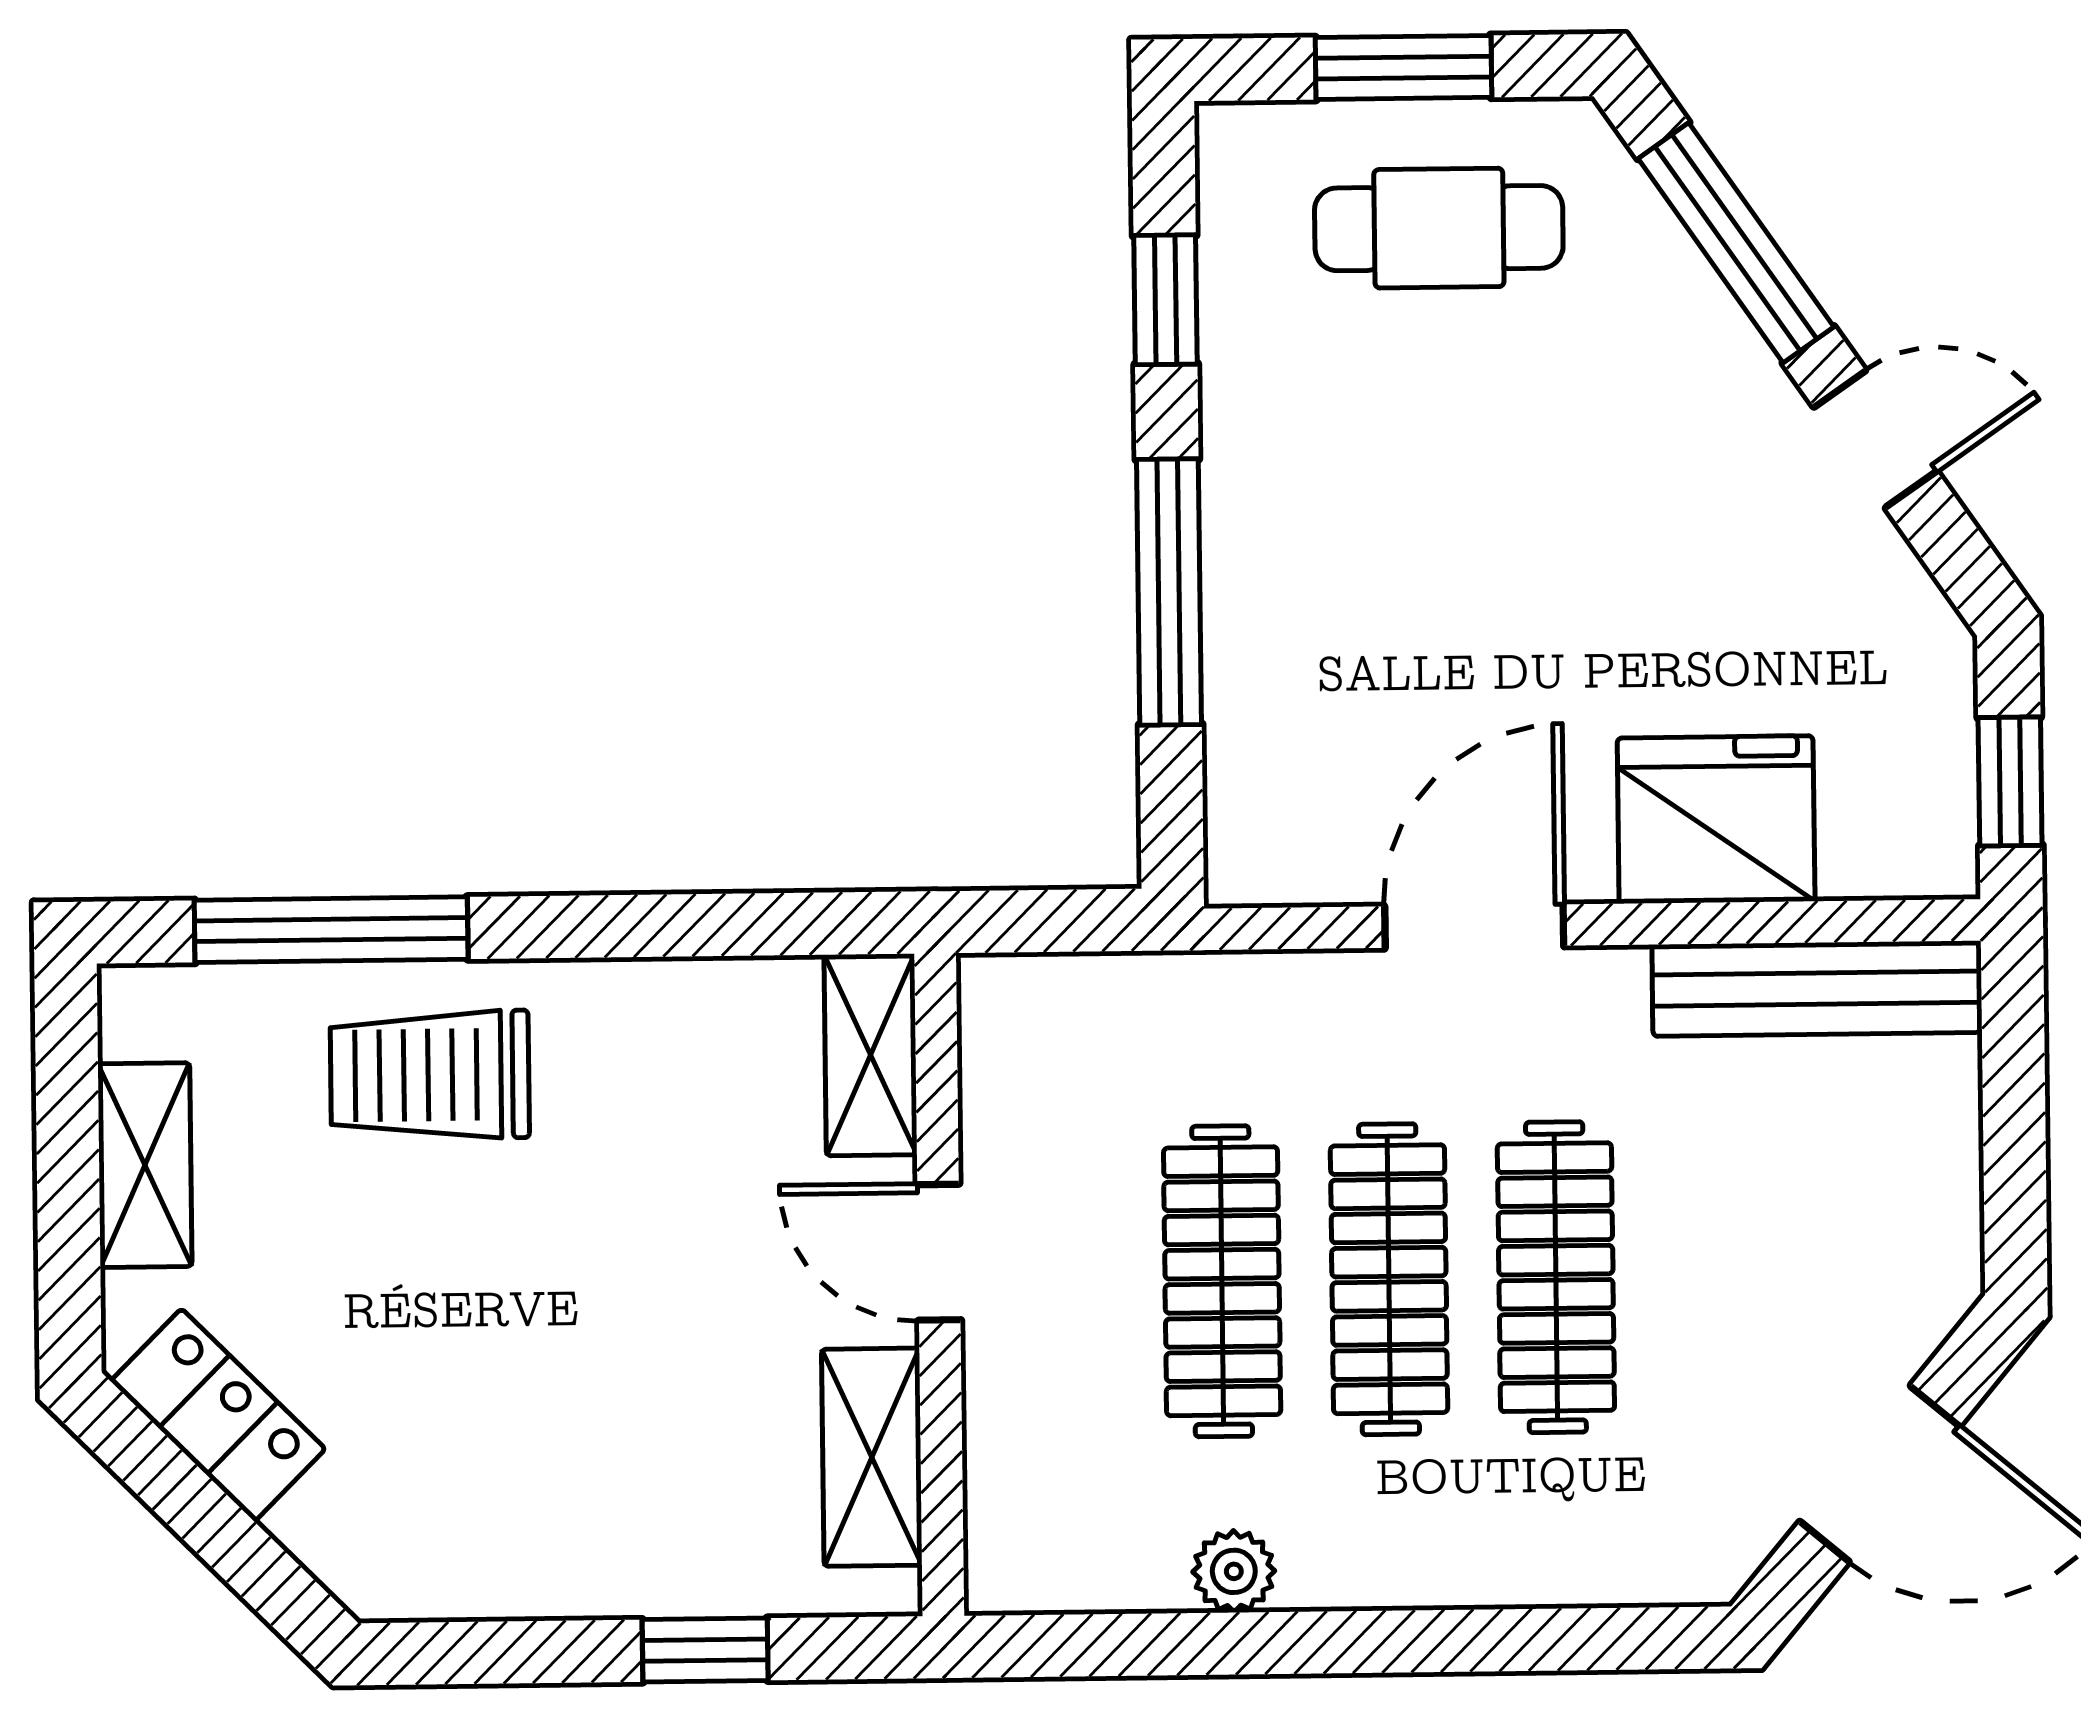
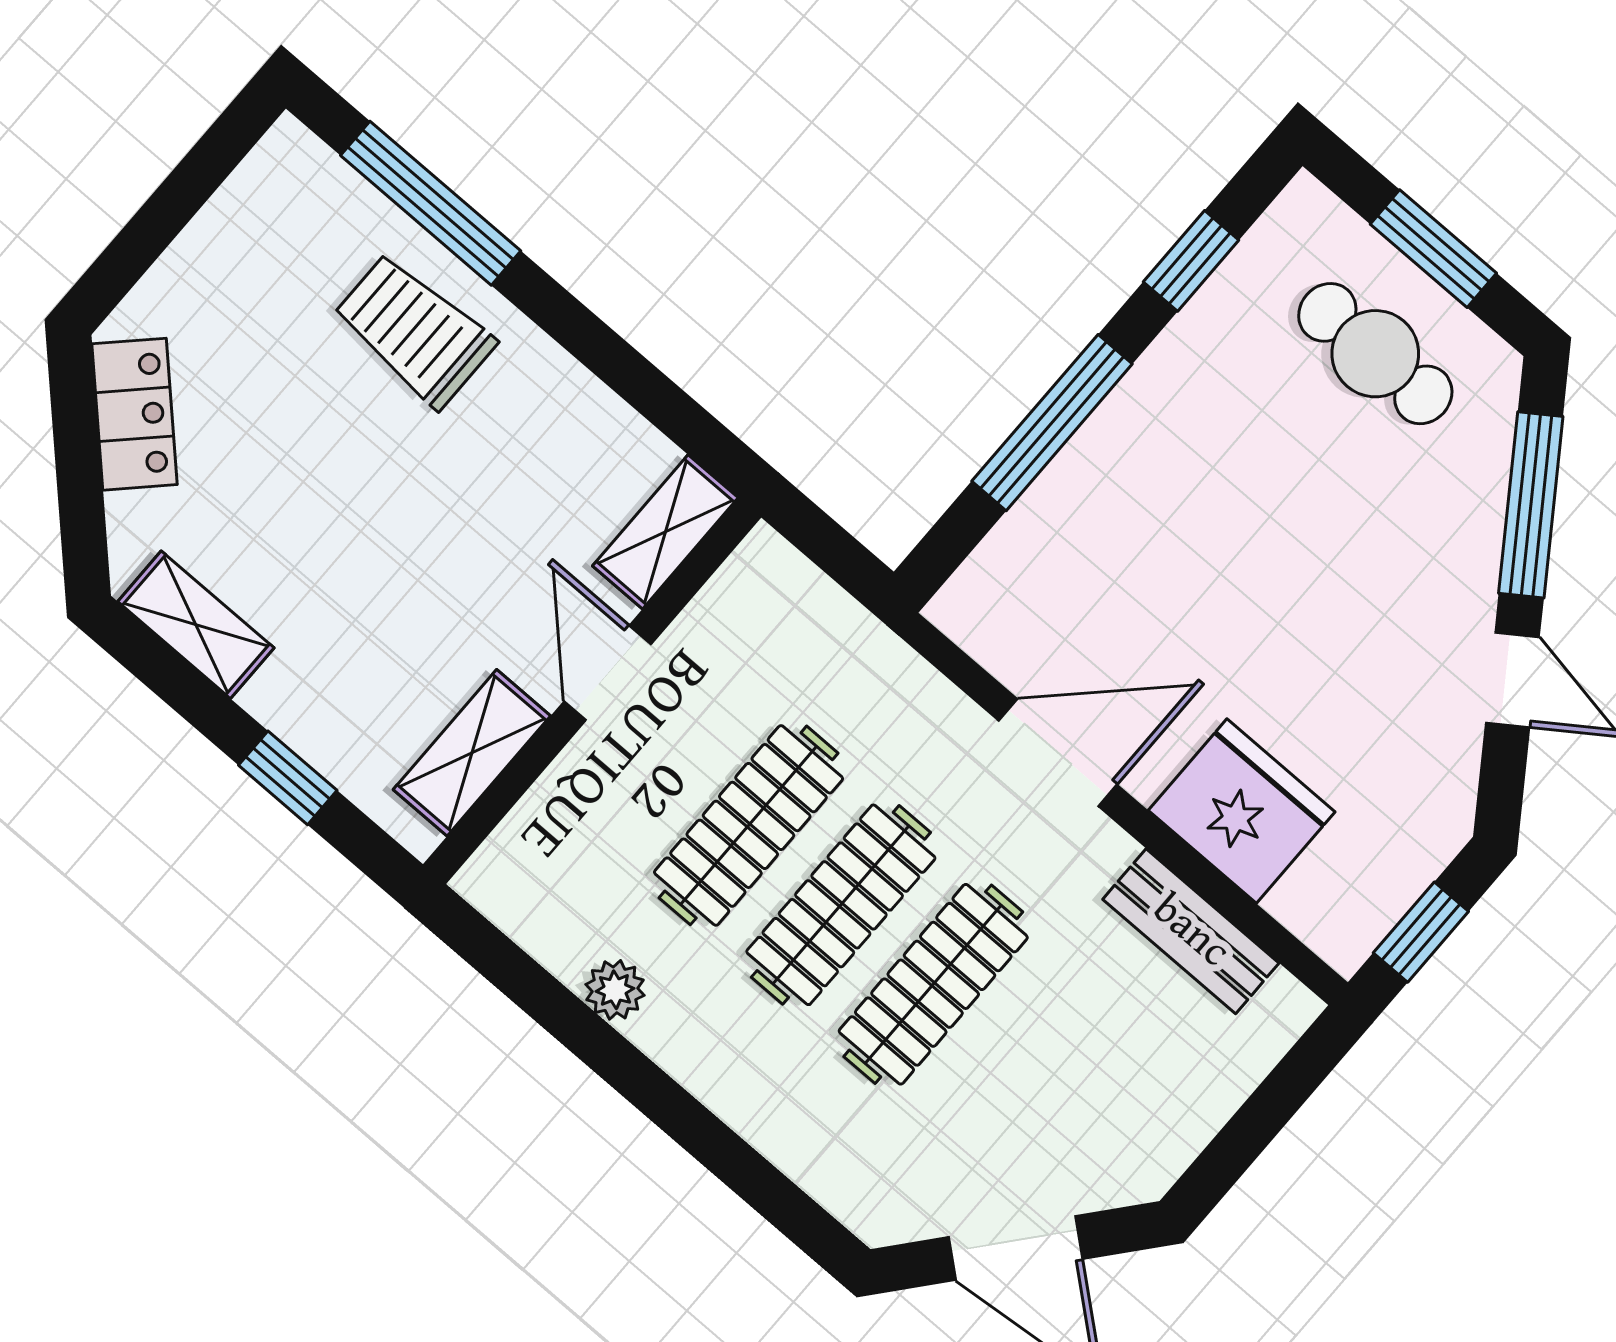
bench: (1816, 989) -> (1191, 931), width x0.73
shelving: (145, 1165) -> (196, 625), moved, turned 90

